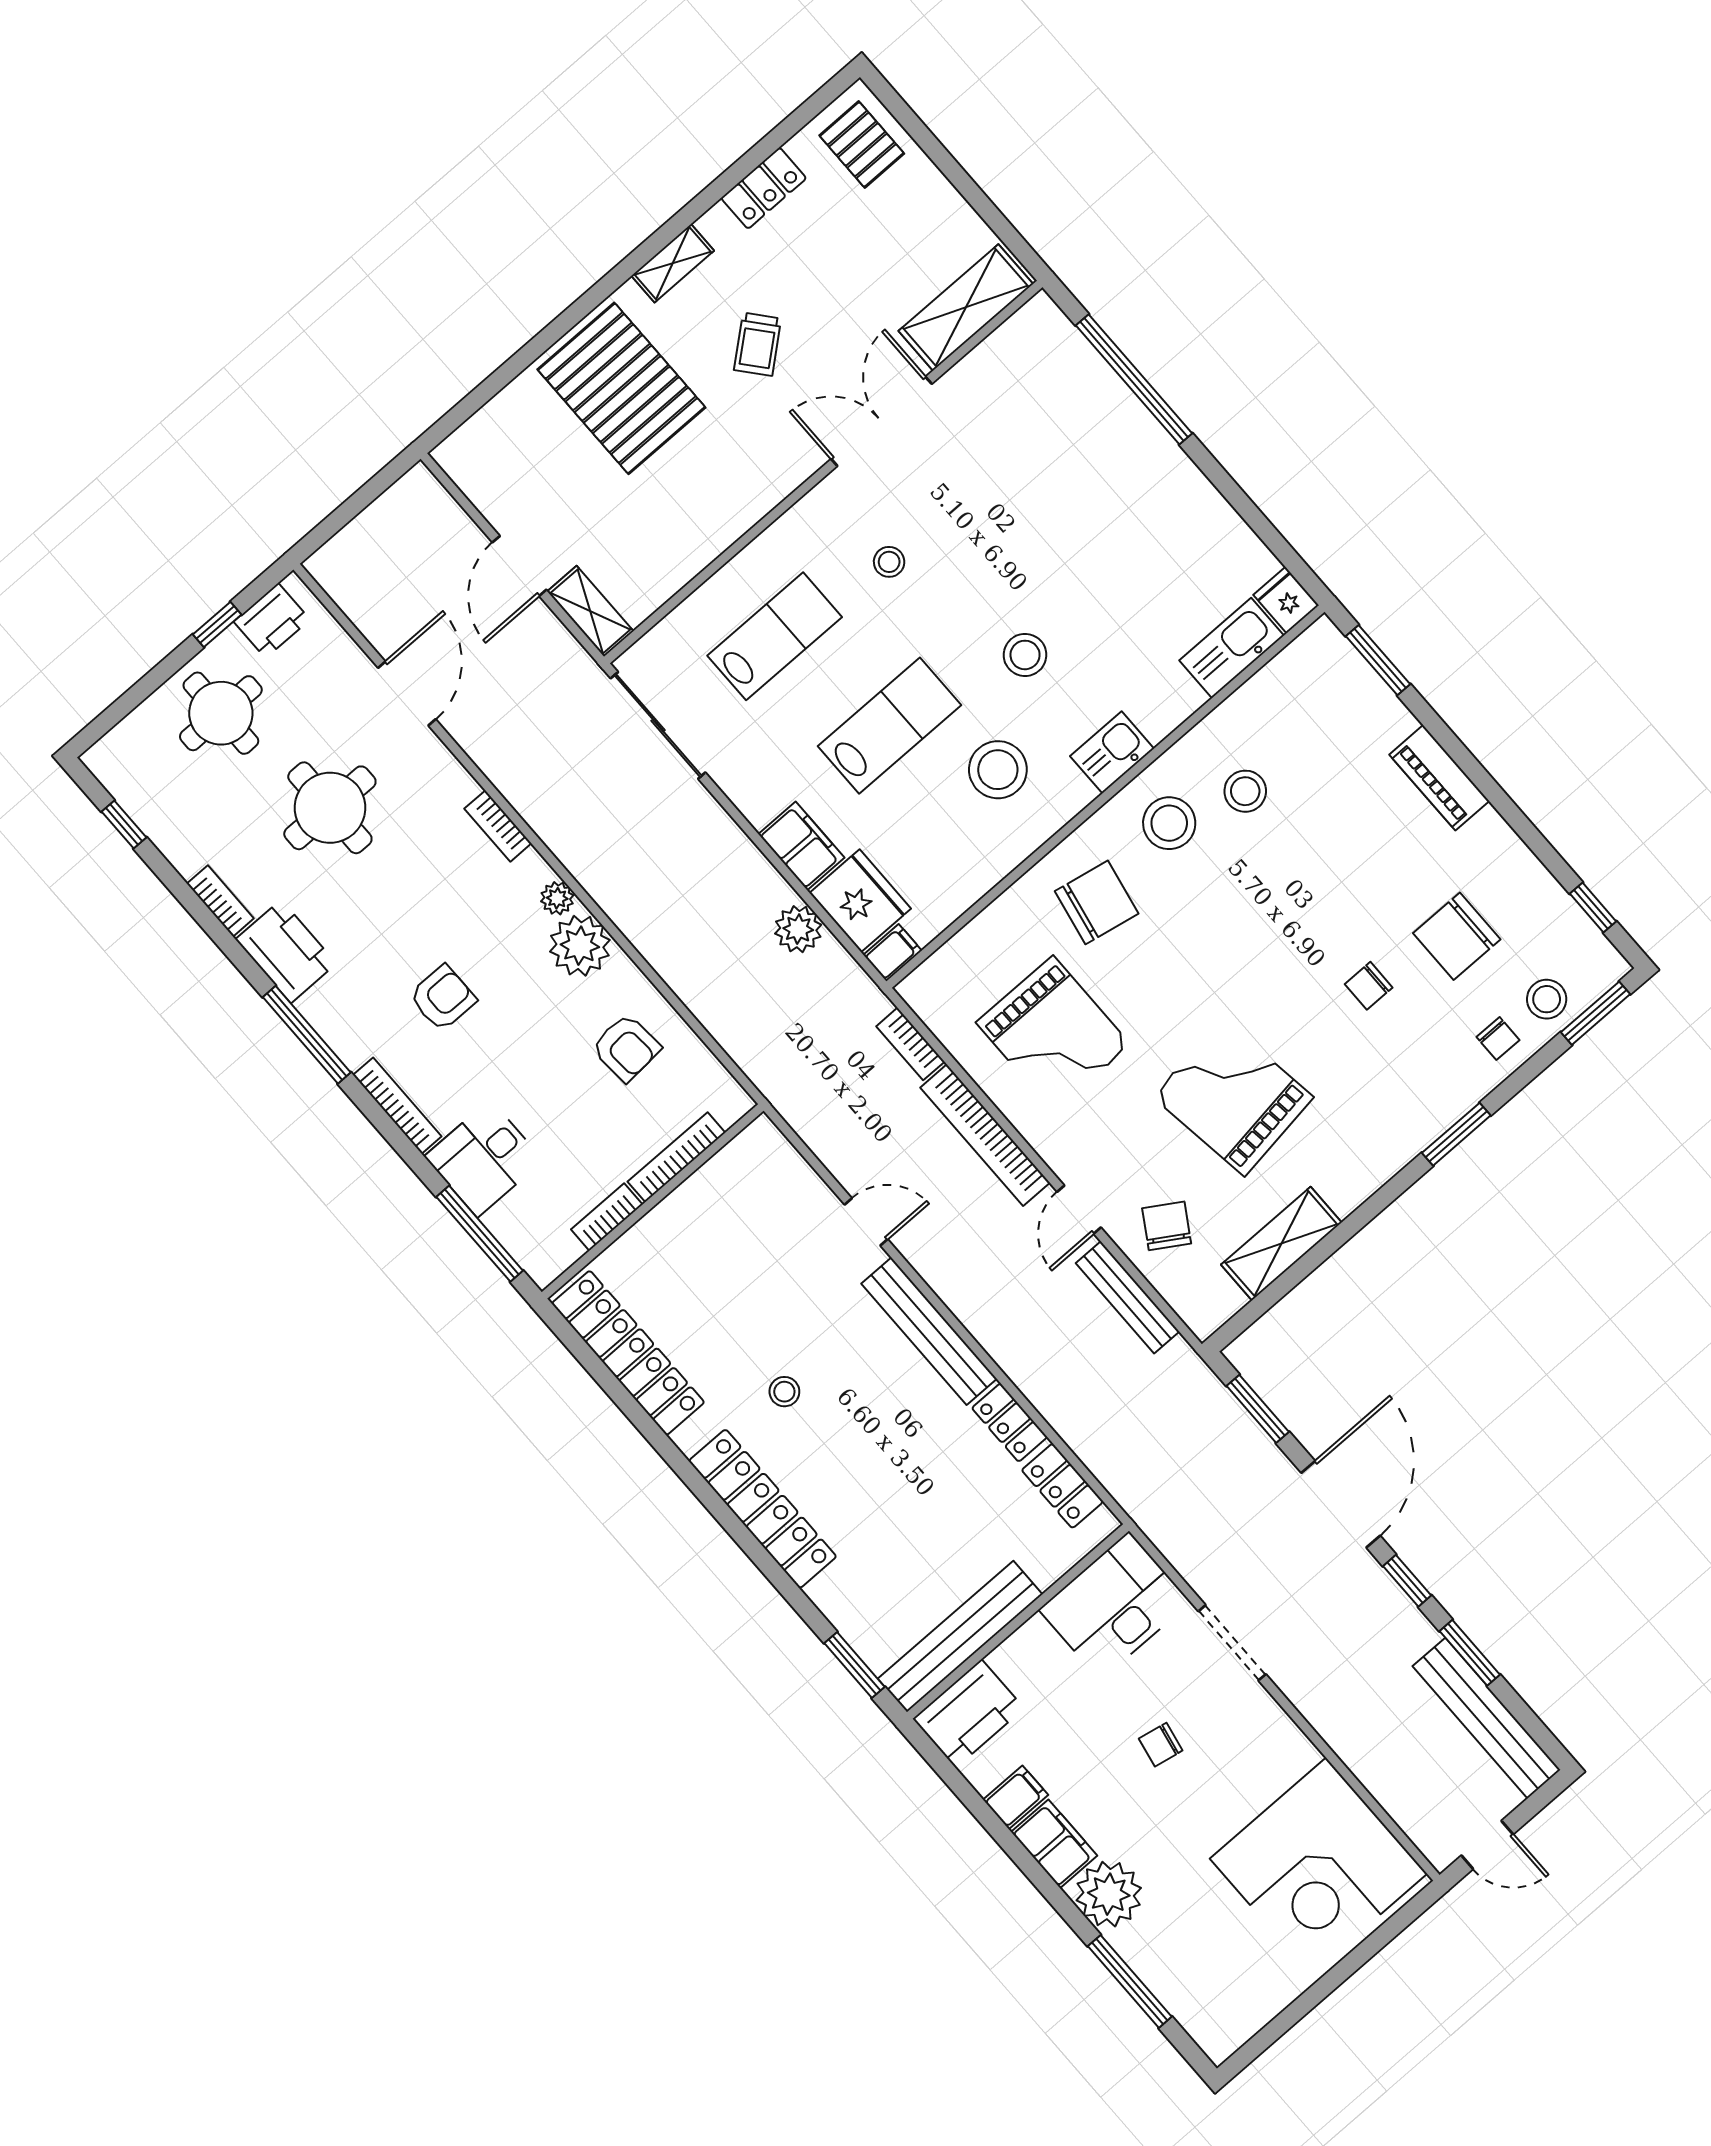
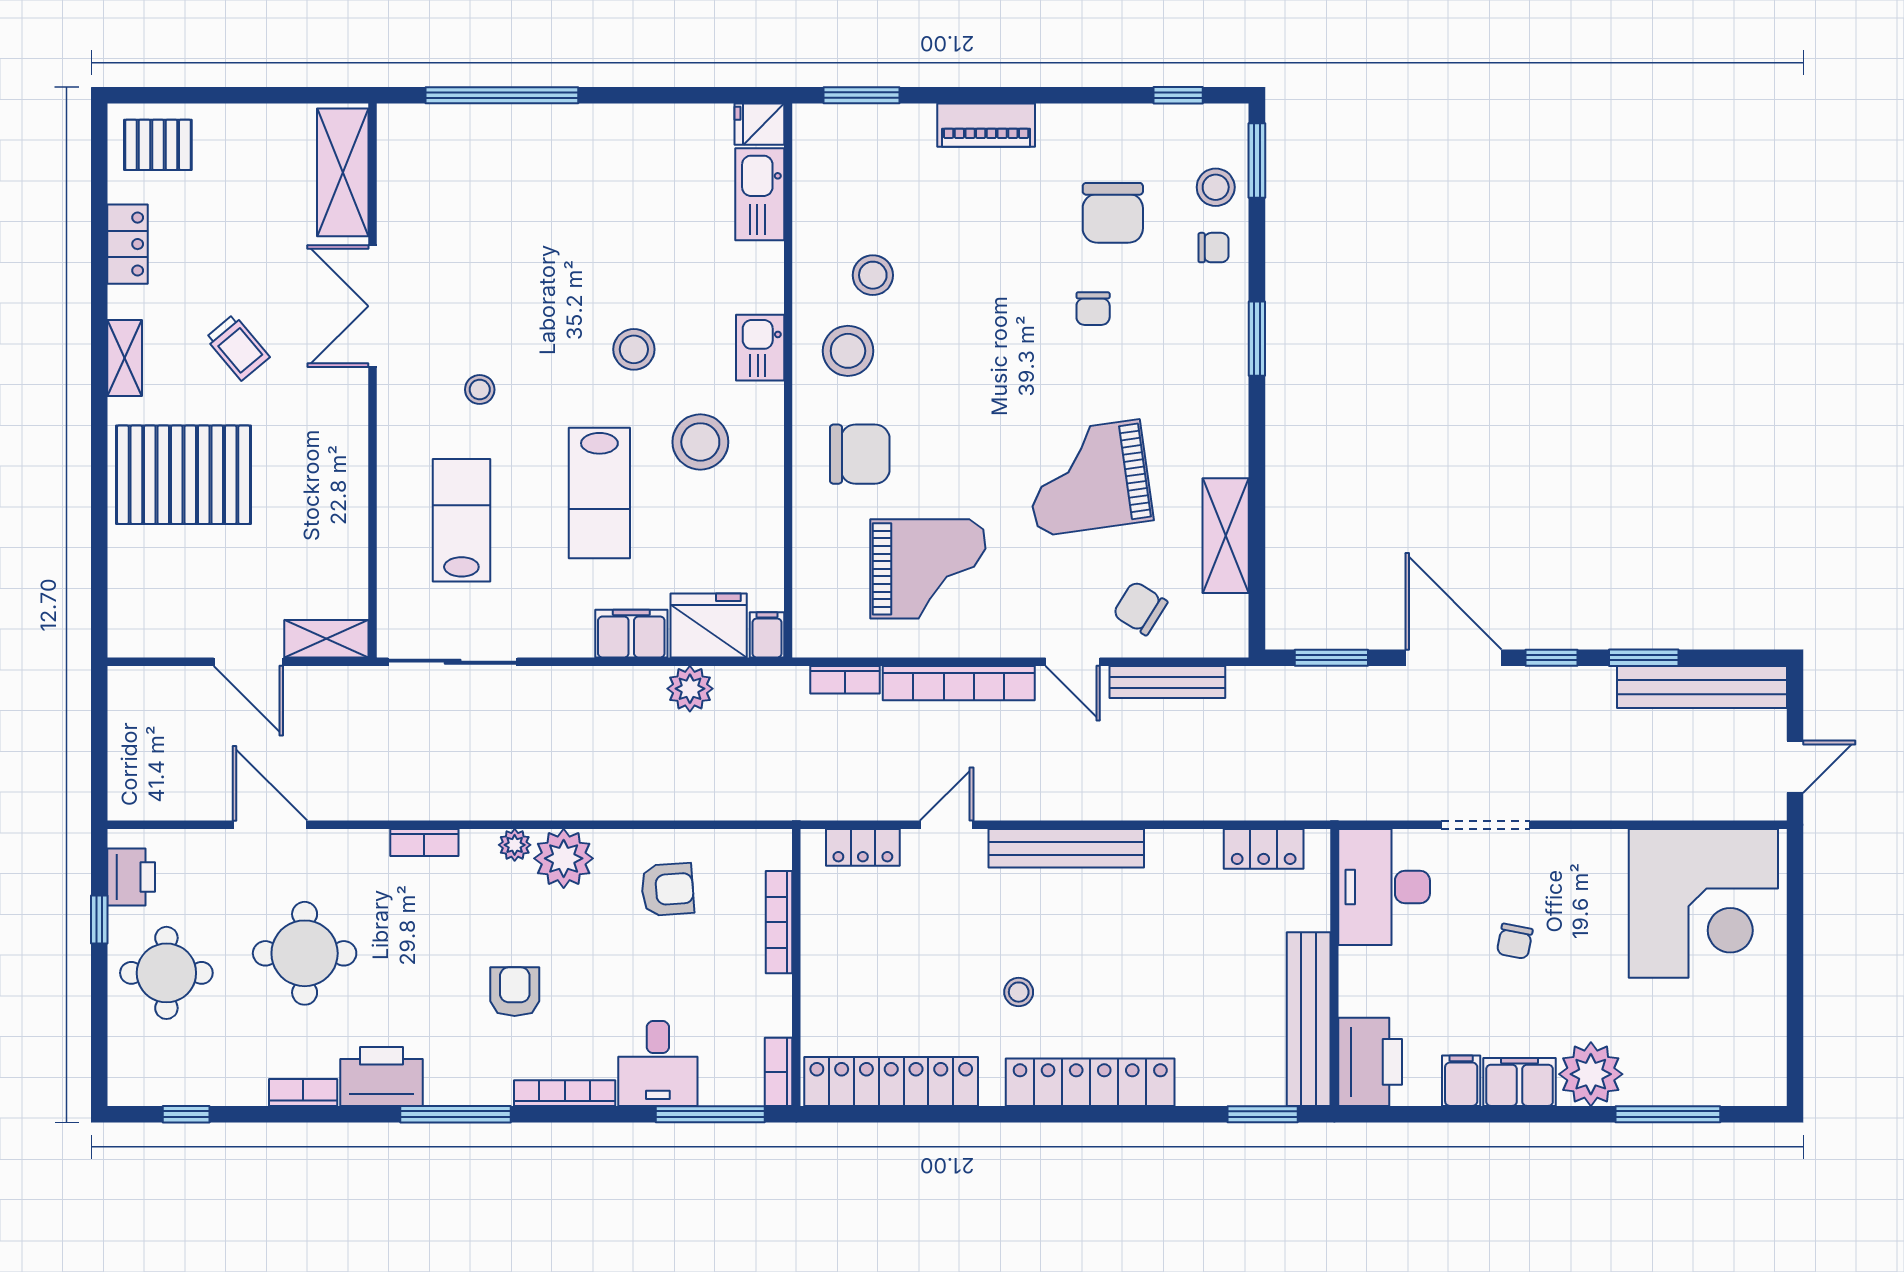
lab bench: (889, 726) -> (599, 493), turned 180
chair: (1097, 902) -> (860, 454), turned 79
bookcase: (607, 1217) -> (779, 1072), moved
locker: (1010, 1423) -> (863, 847), moved

